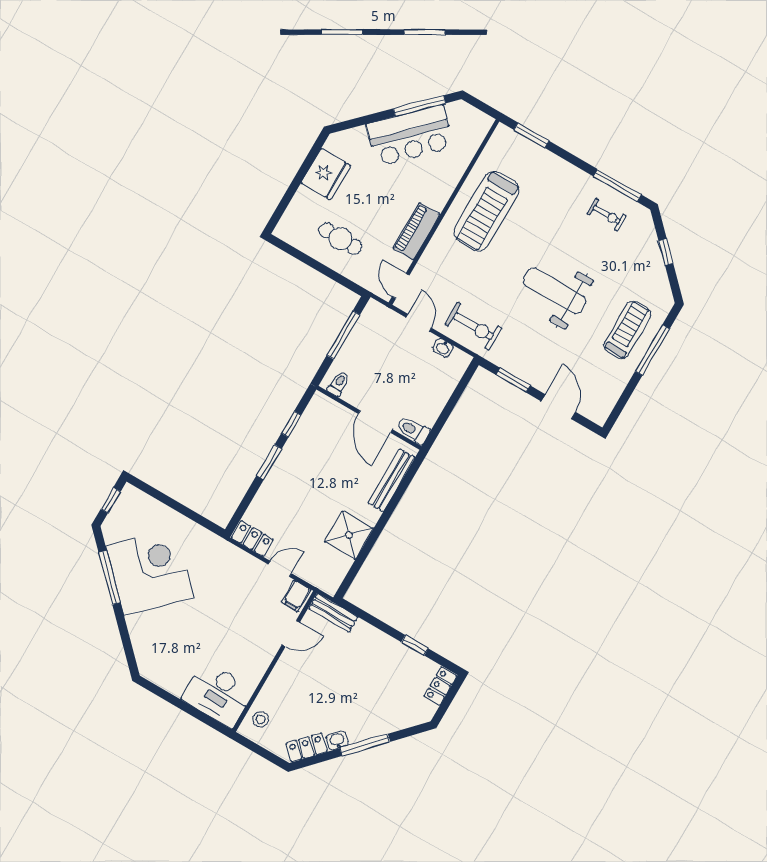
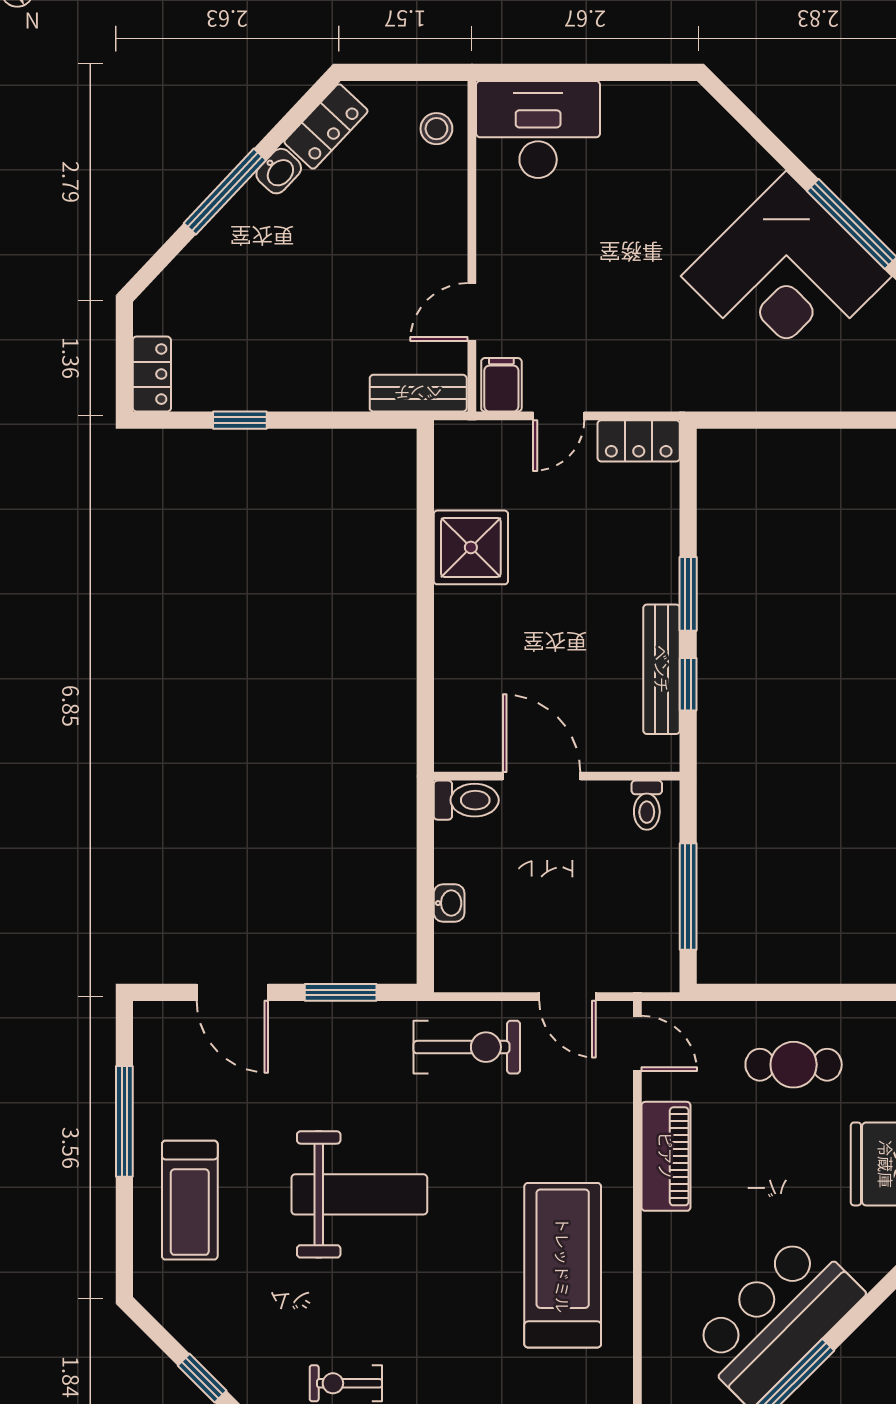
exercise bike: (473, 326) -> (467, 1047), turned 180
washbasin: (443, 348) -> (449, 903), moved, turned 90
window: (652, 350) -> (124, 1121), moved
bench: (392, 480) -> (662, 669), moved

